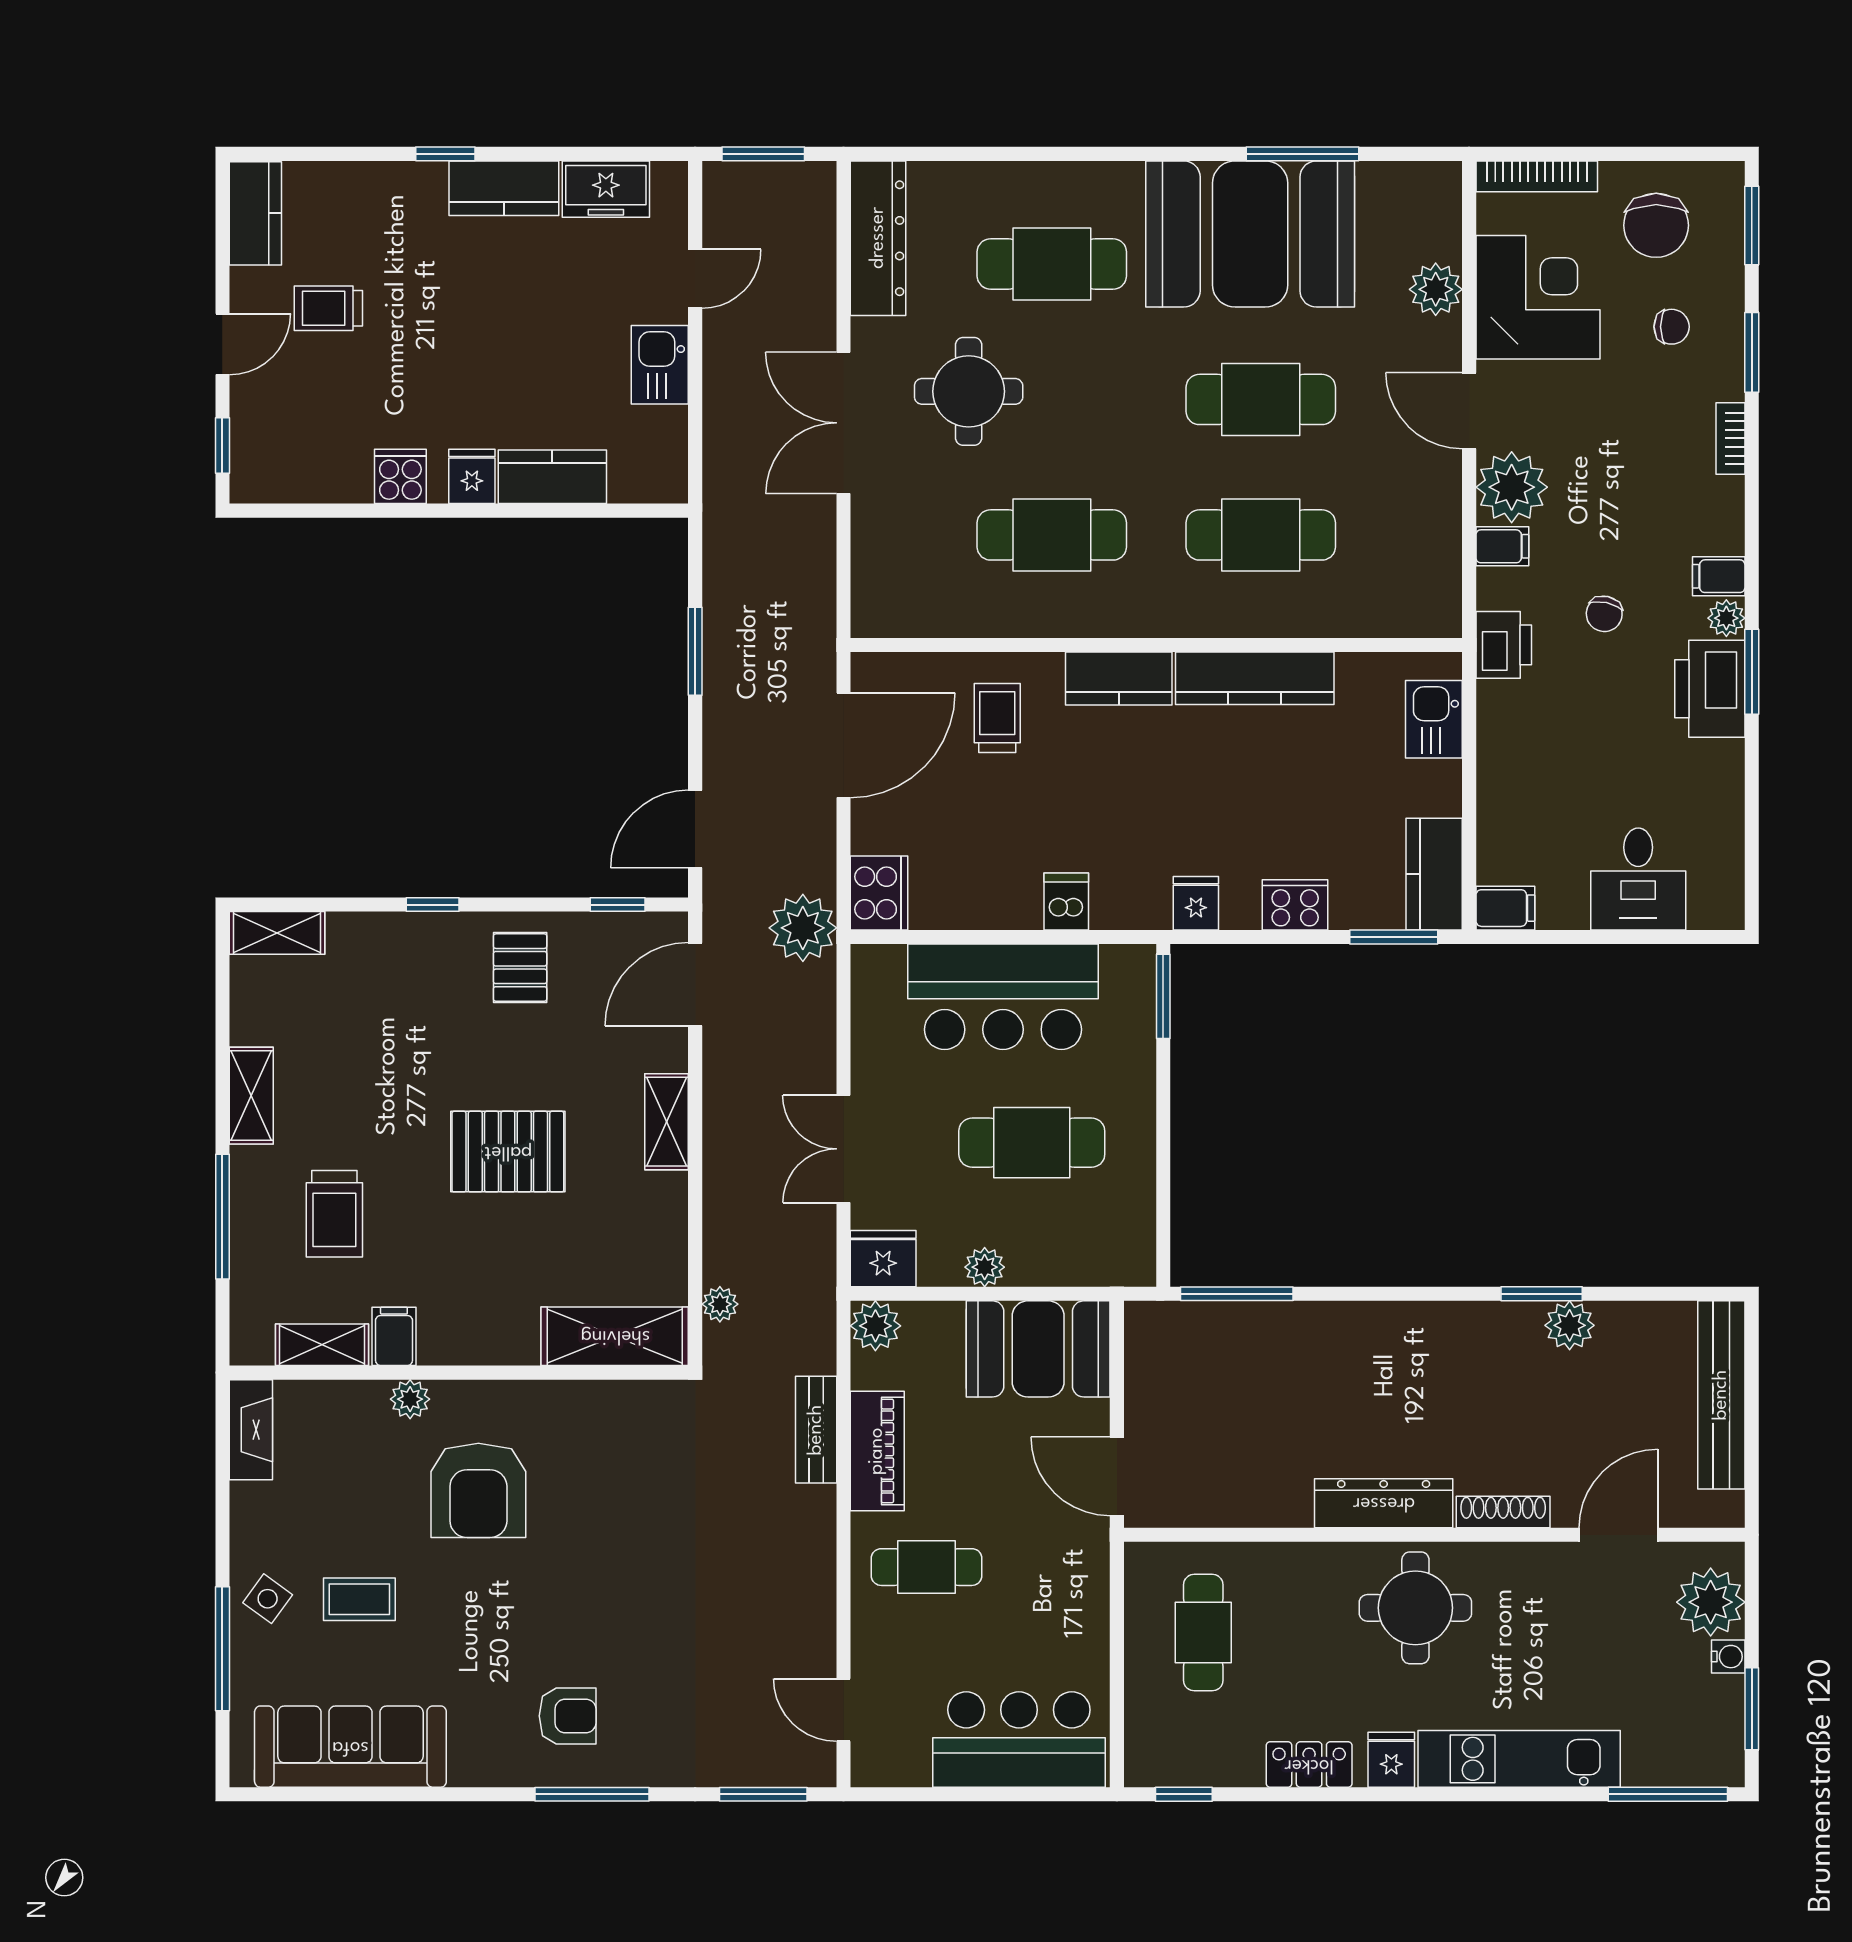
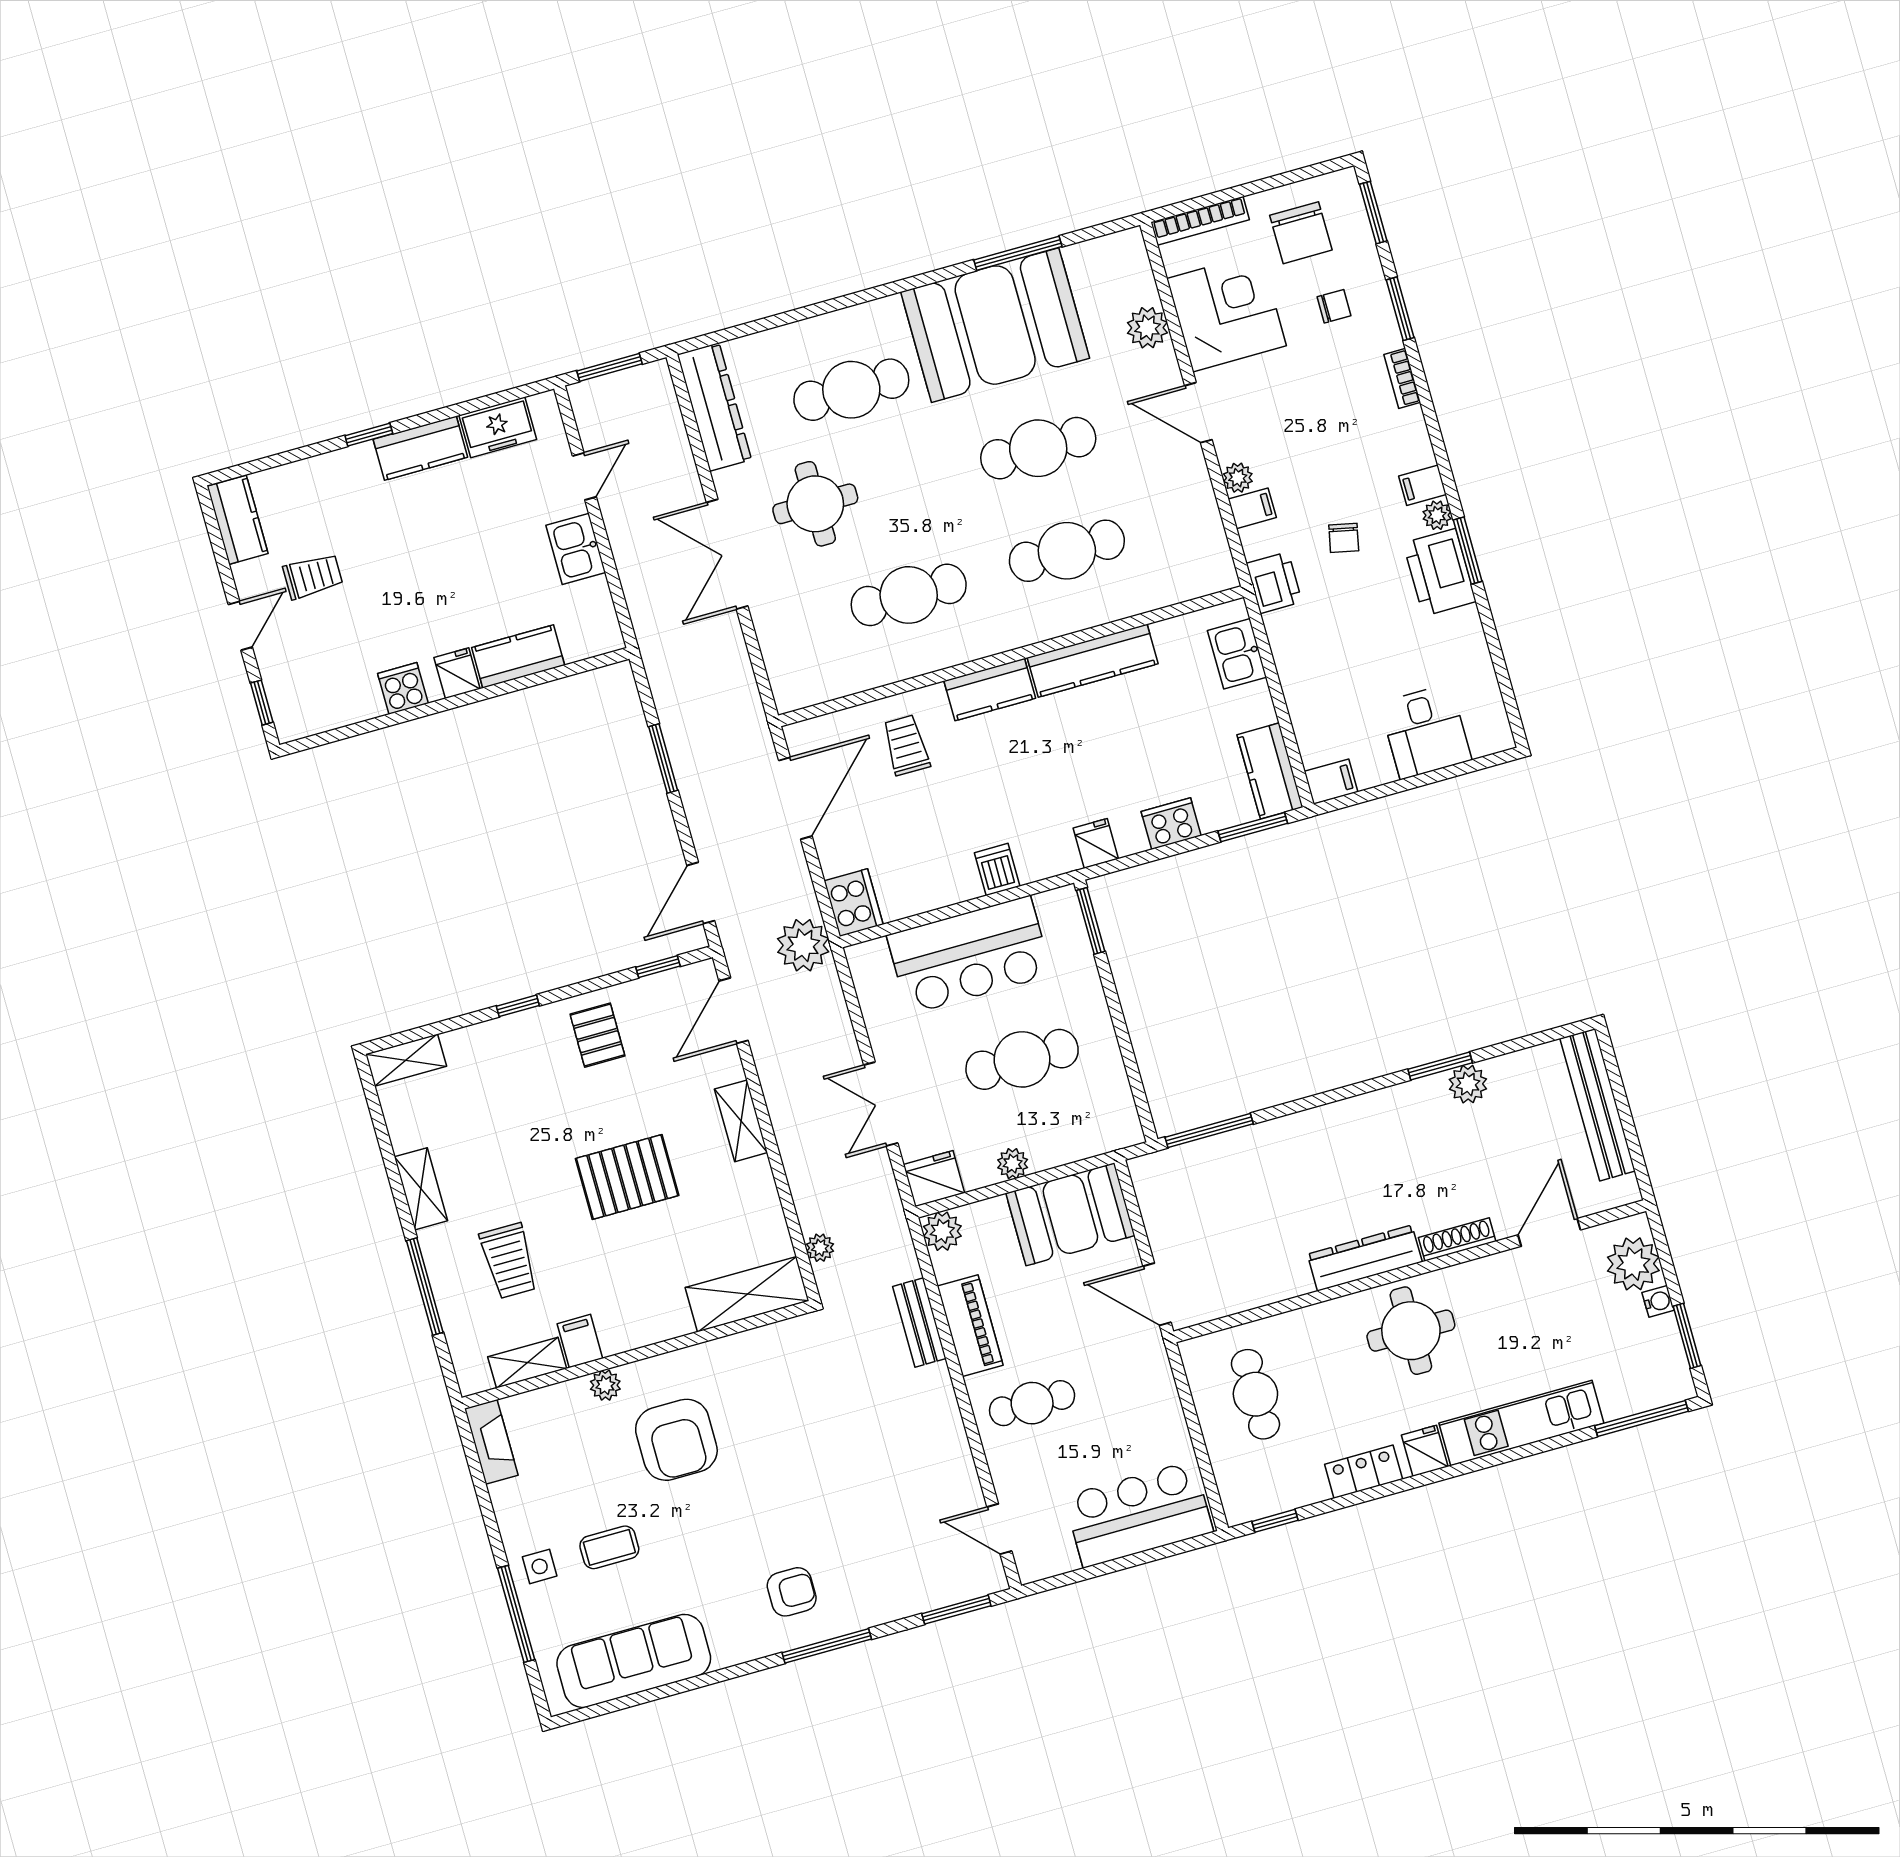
trolley: (328, 308) -> (313, 576), turned 180
plant: (1512, 487) -> (1238, 478), width x0.53, depth x0.53
side table: (268, 1599) -> (540, 1566), turned -36

